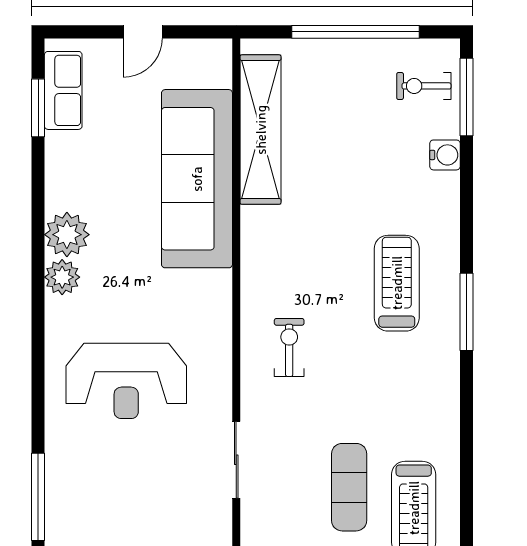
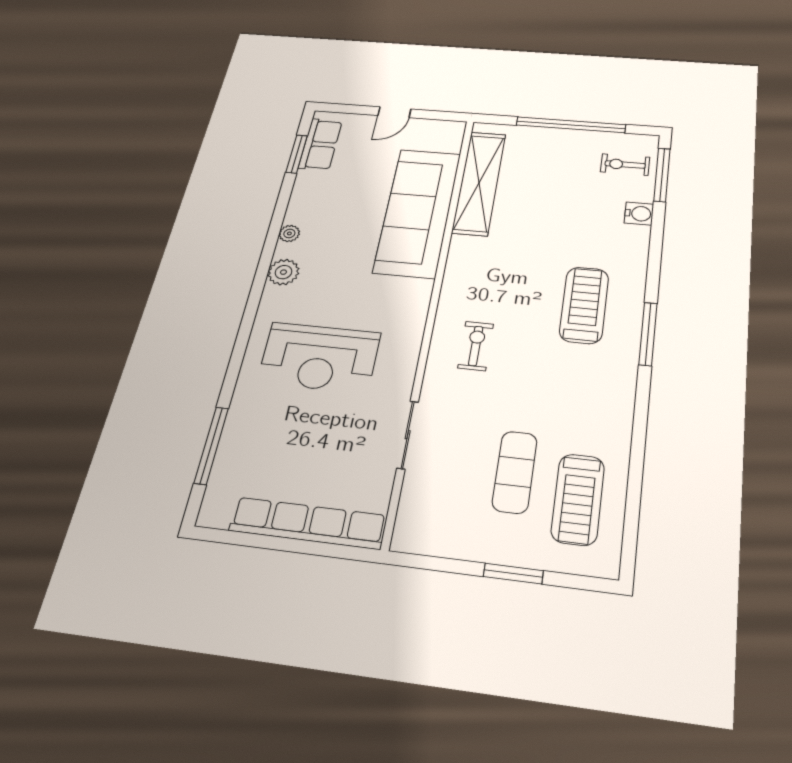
plant: (67, 235) -> (289, 233), width x0.53, depth x0.53

